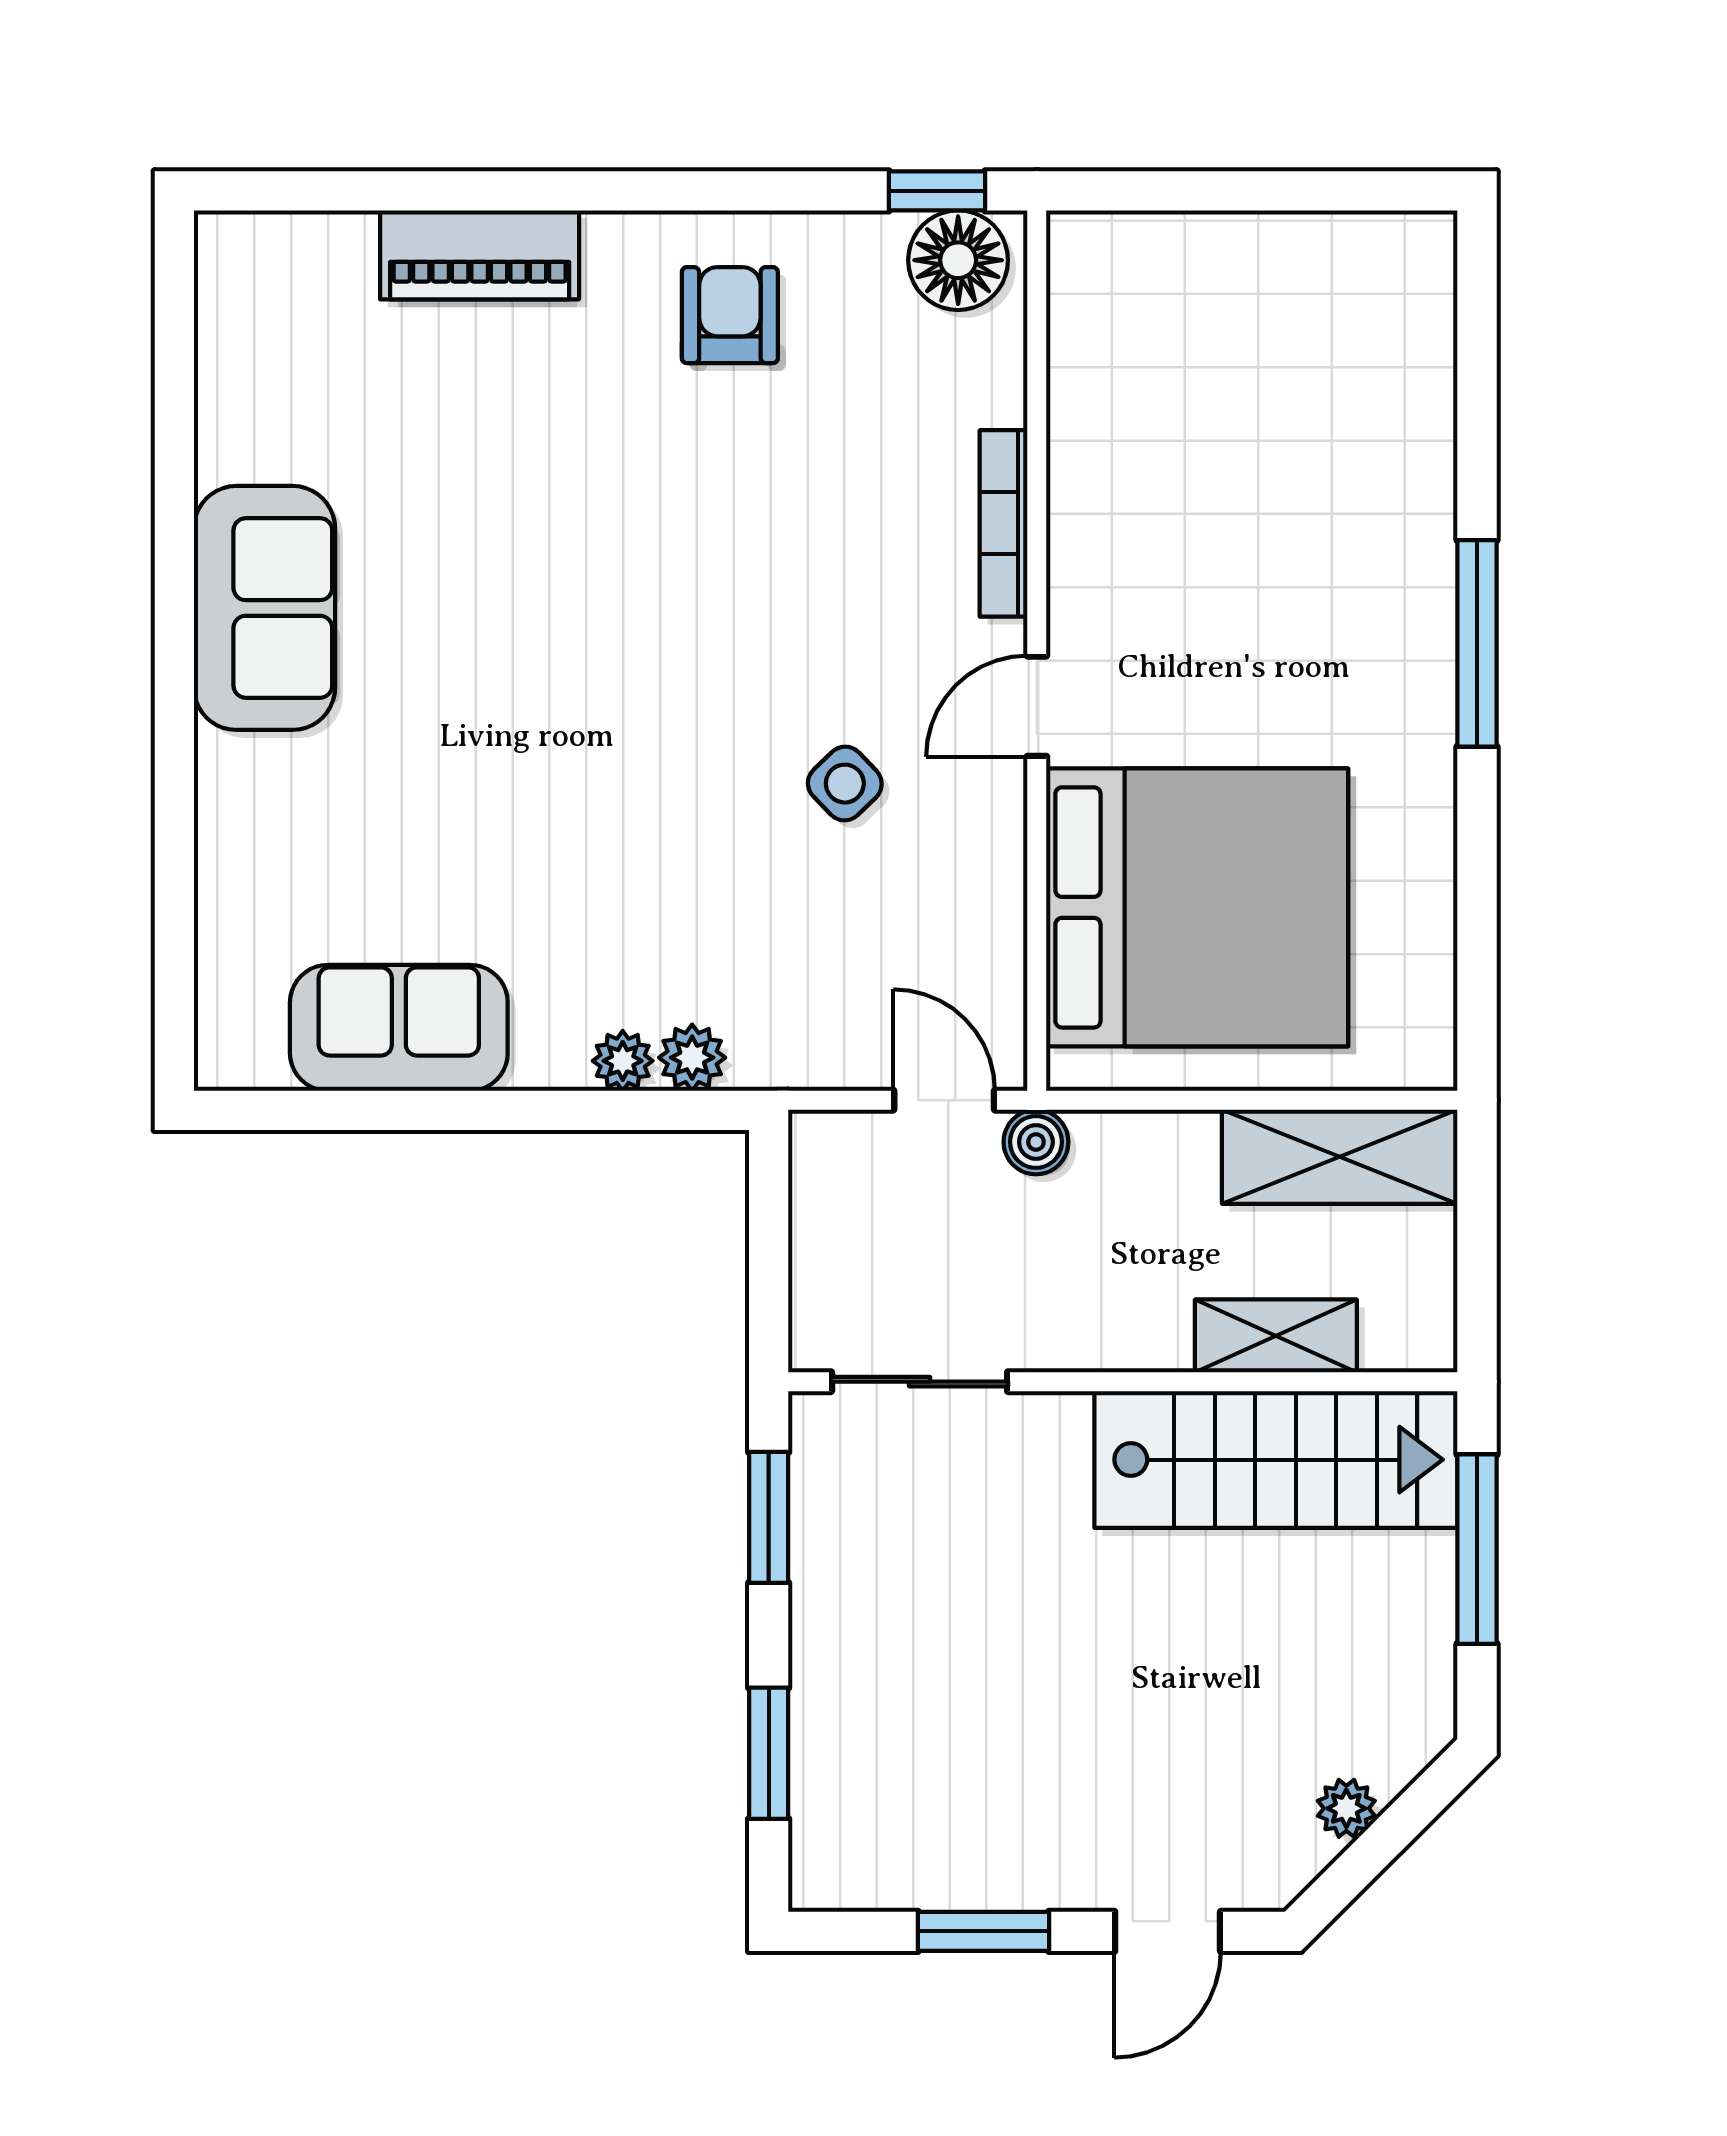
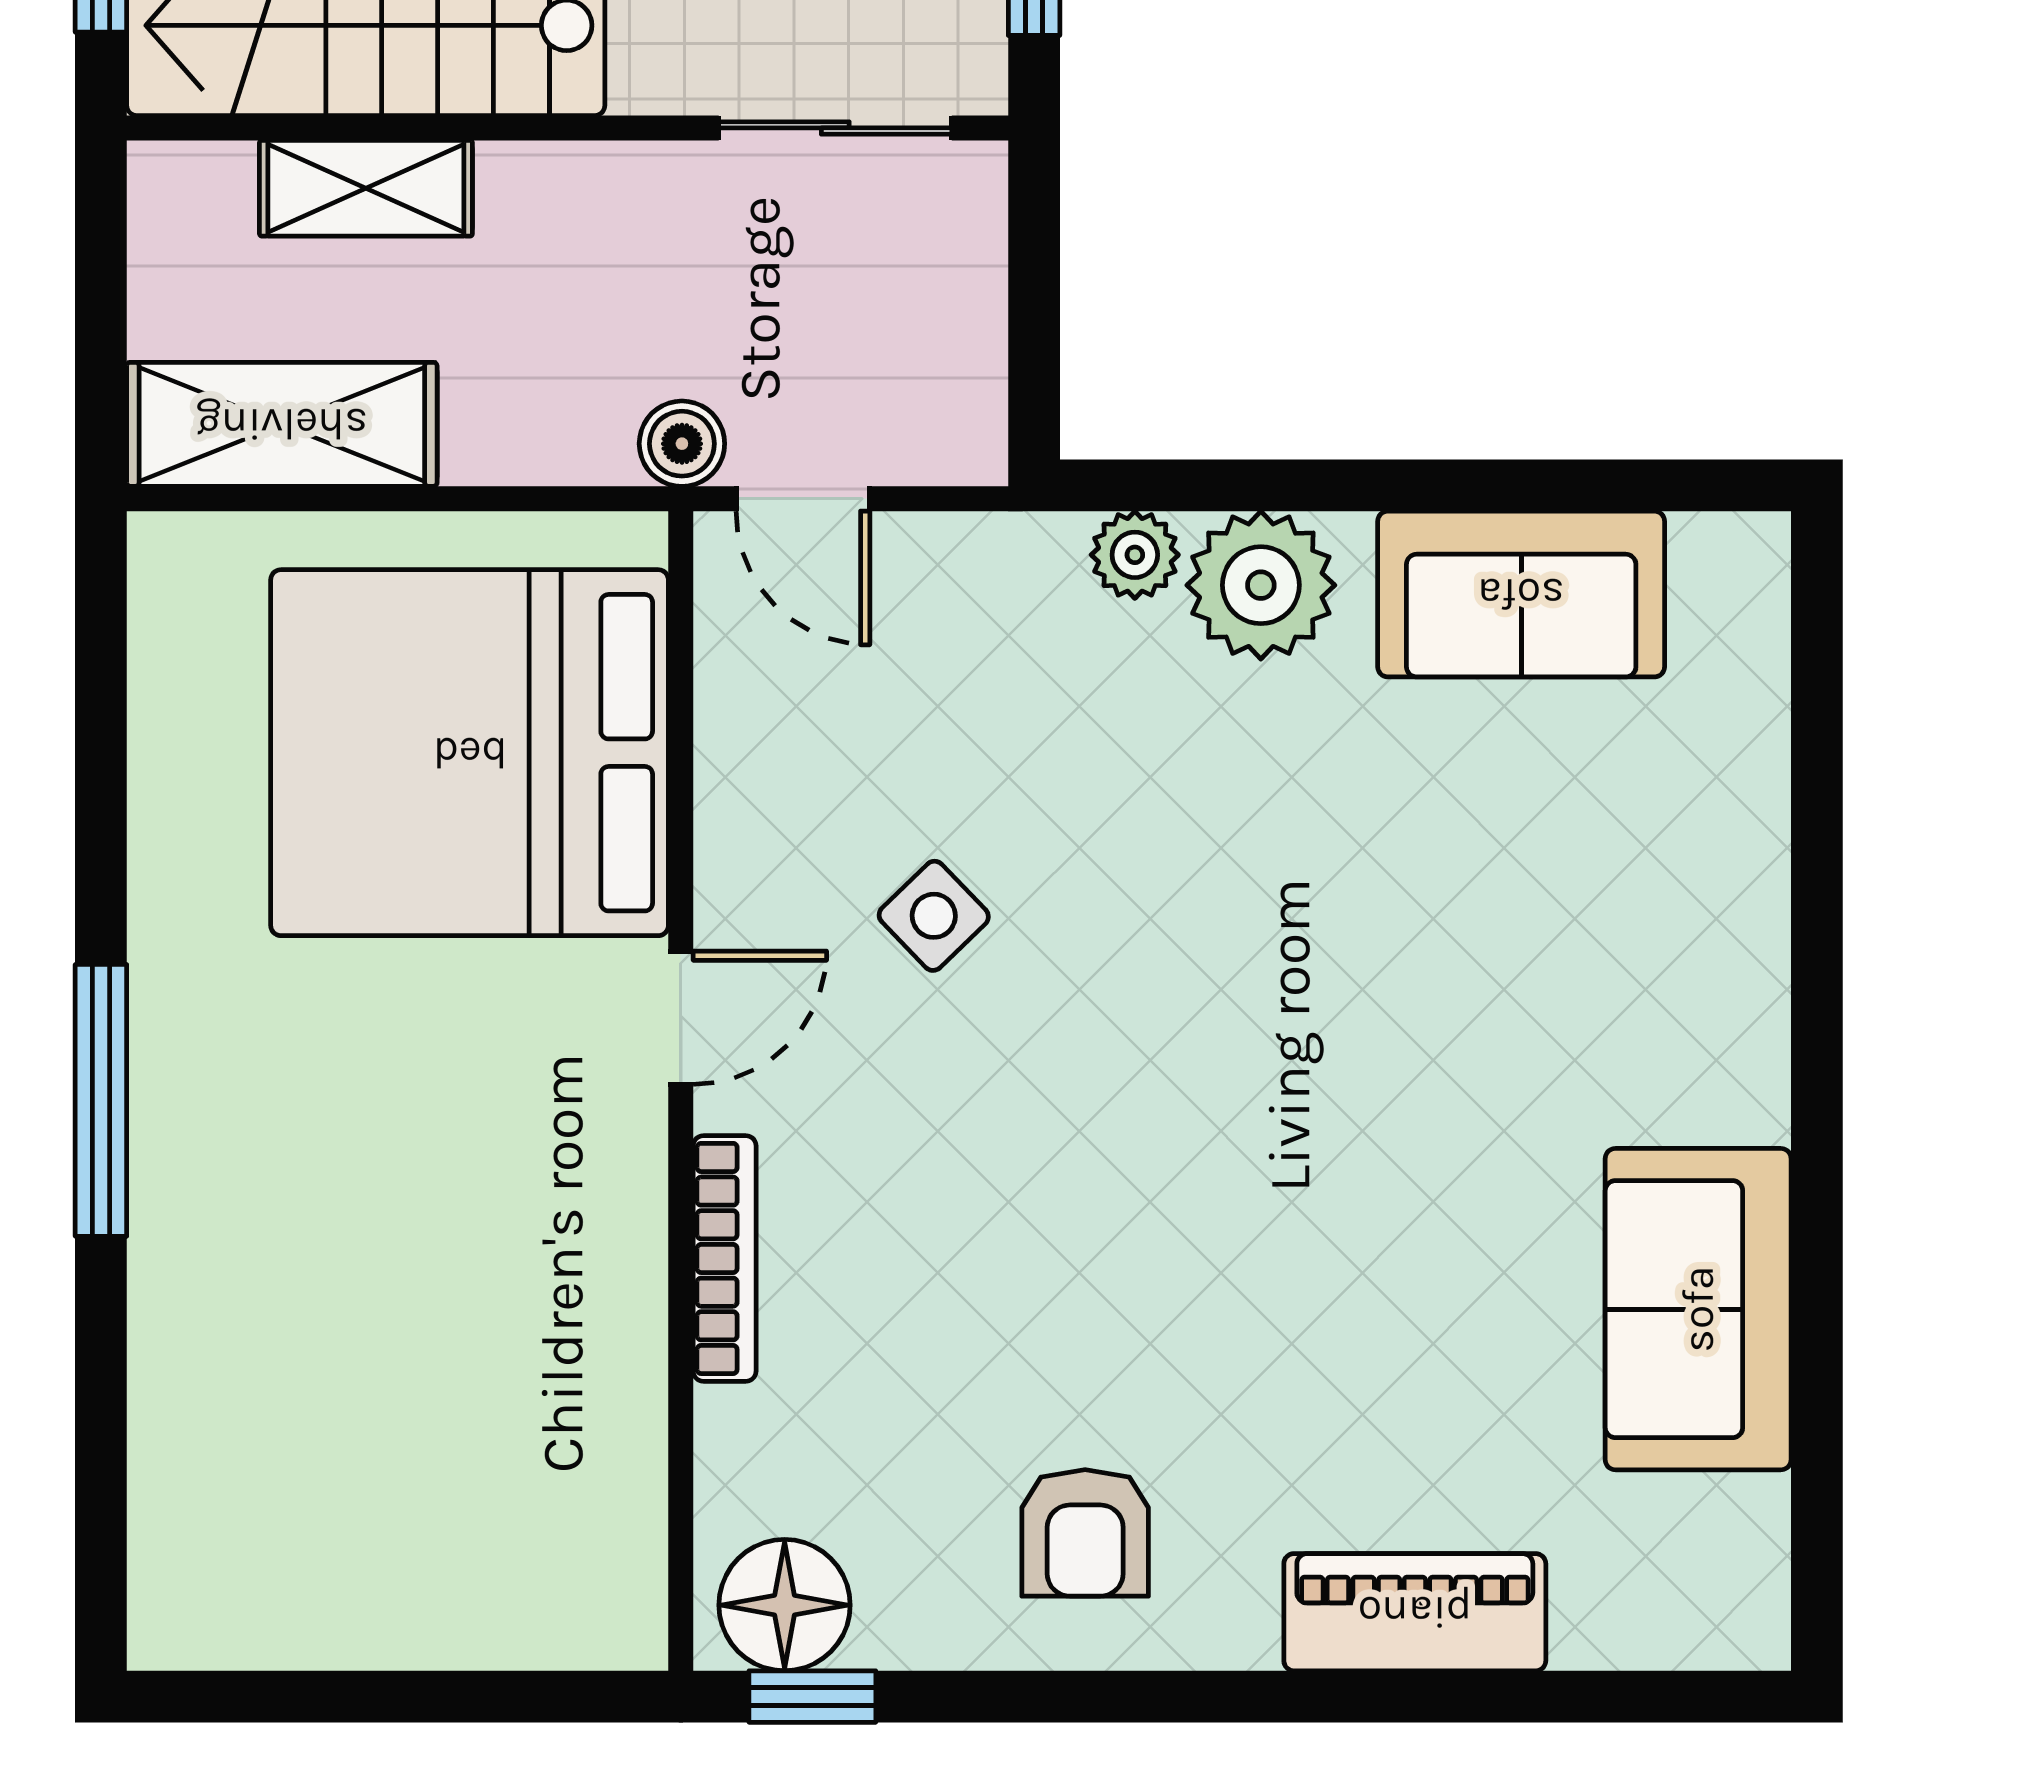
sofa: (264, 608) -> (1698, 1309), moved
plant: (623, 1061) -> (1261, 585), width x1.87, depth x1.87

